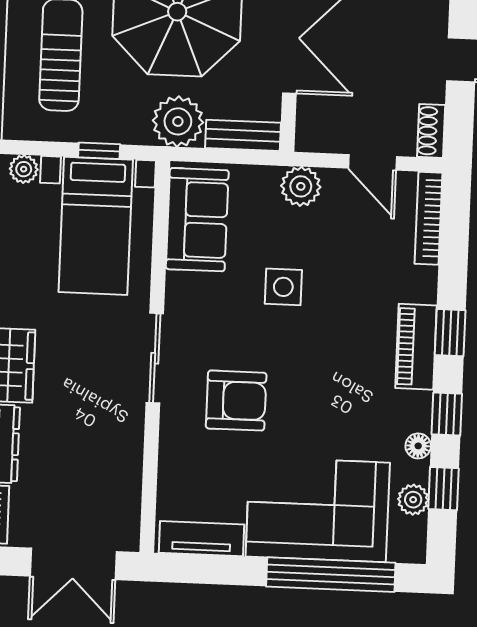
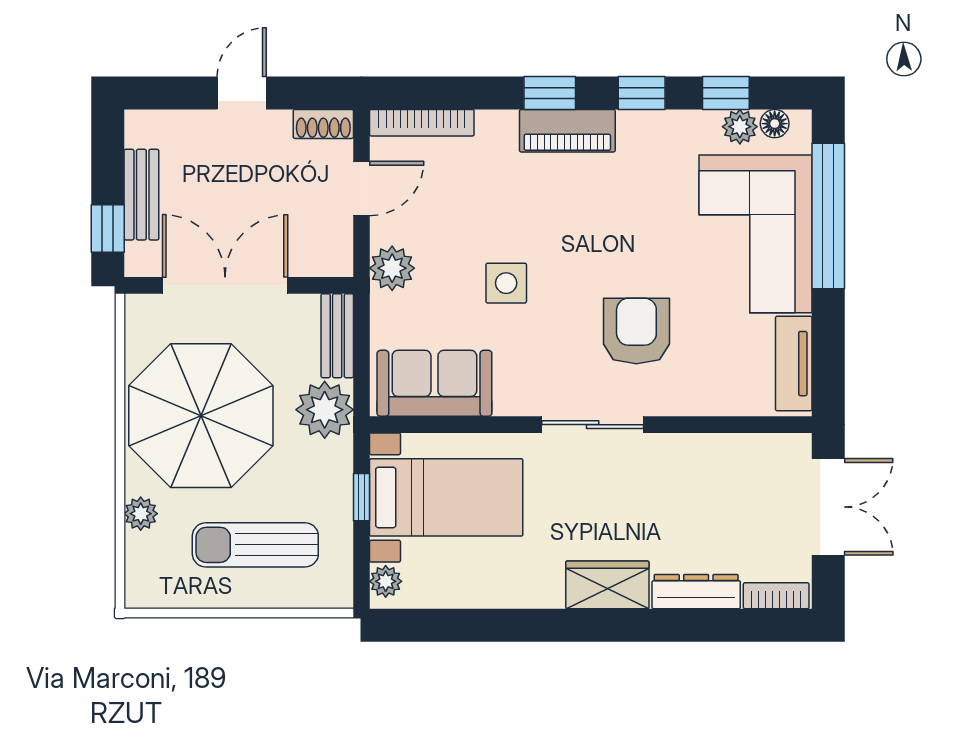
floor lamp: (418, 446) -> (775, 124), moved

